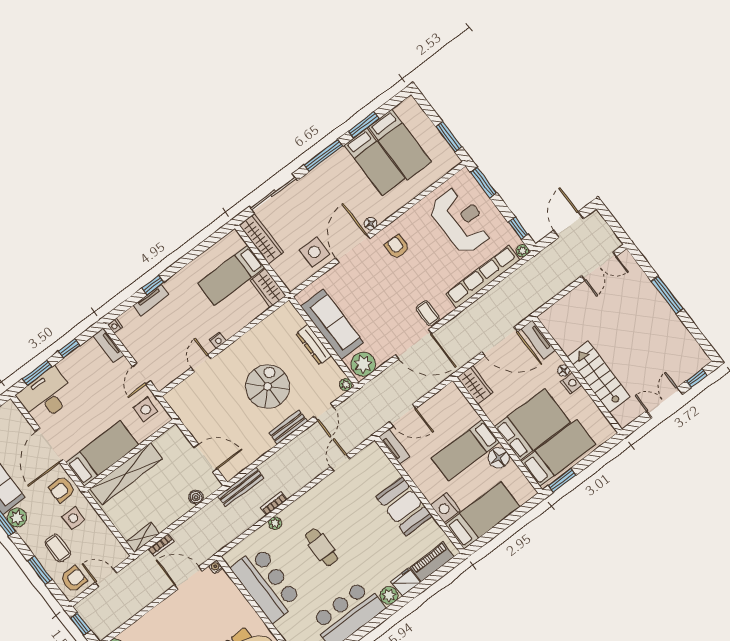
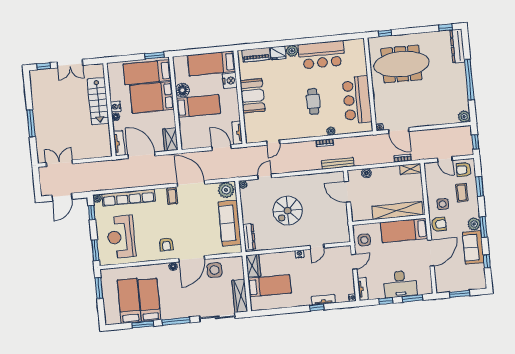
dresser: (314, 345) -> (249, 237), moved
desk: (46, 395) -> (400, 284), moved
bench: (288, 427) -> (290, 181), removed

